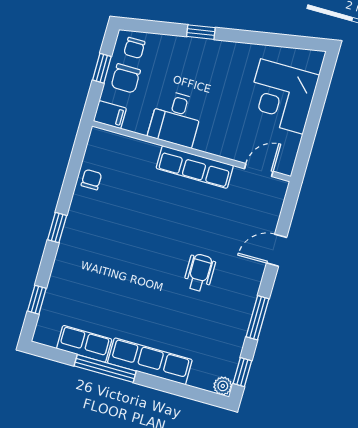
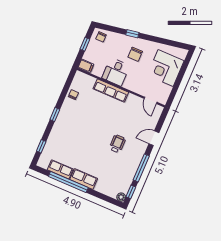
chair: (126, 78) -> (135, 54), moved
row of seats: (195, 167) -> (111, 91), moved
door: (259, 170) -> (151, 100), swing flipped
window: (258, 318) -> (141, 168), width x1.44
row of seats: (150, 361) -> (84, 179), width x0.68
window: (105, 369) -> (68, 182), width x1.46

